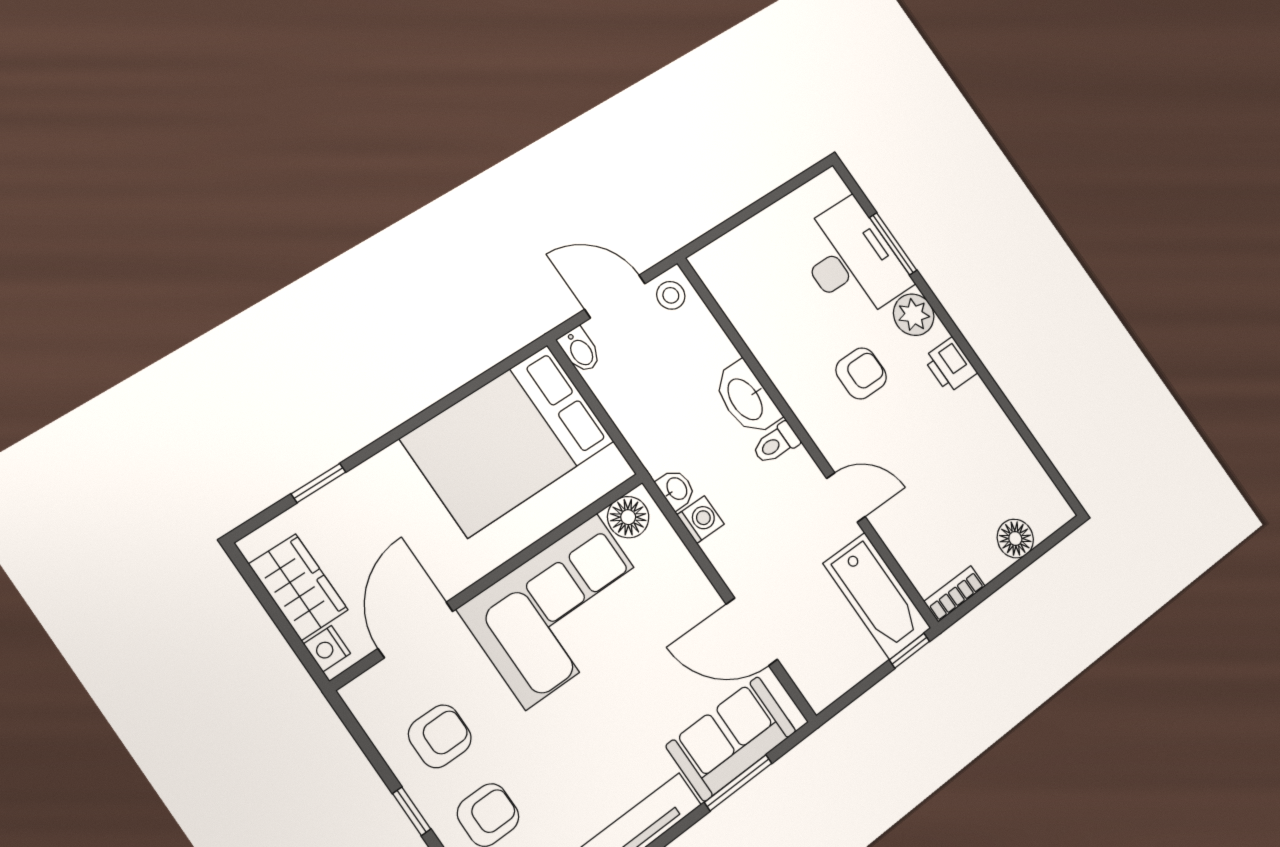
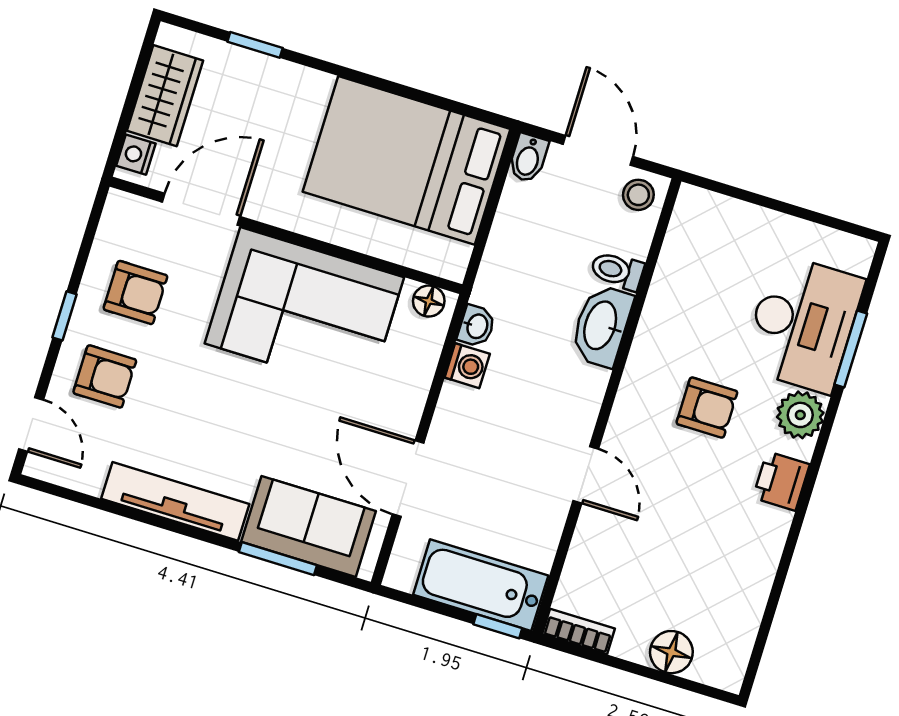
toilet: (776, 443) -> (617, 271), moved
floor lamp: (628, 517) -> (429, 301), width x0.73, depth x0.73
bathtub: (877, 596) -> (481, 585), moved, turned 90

